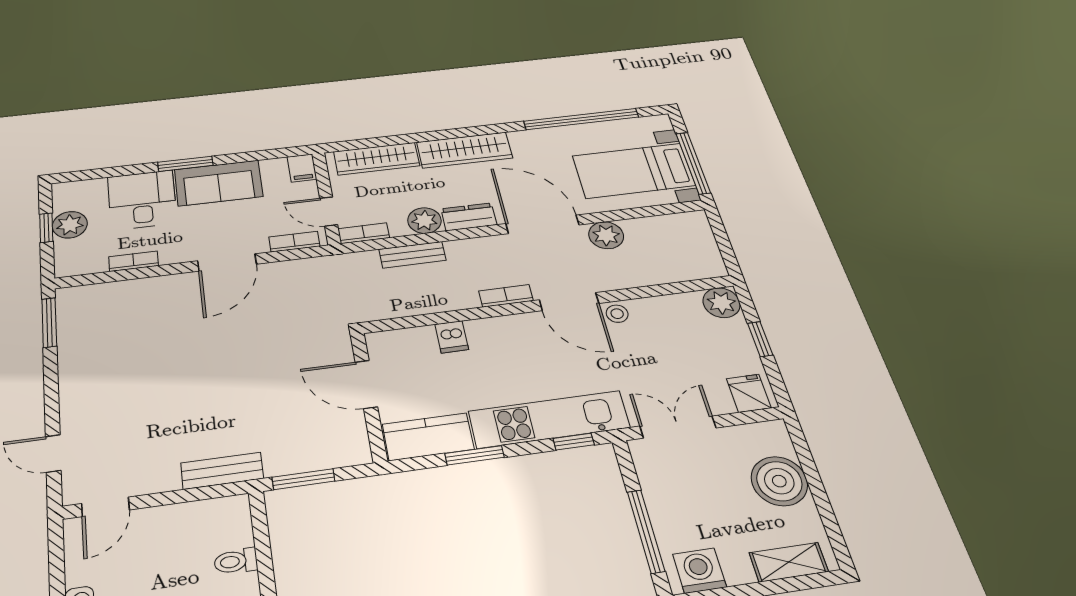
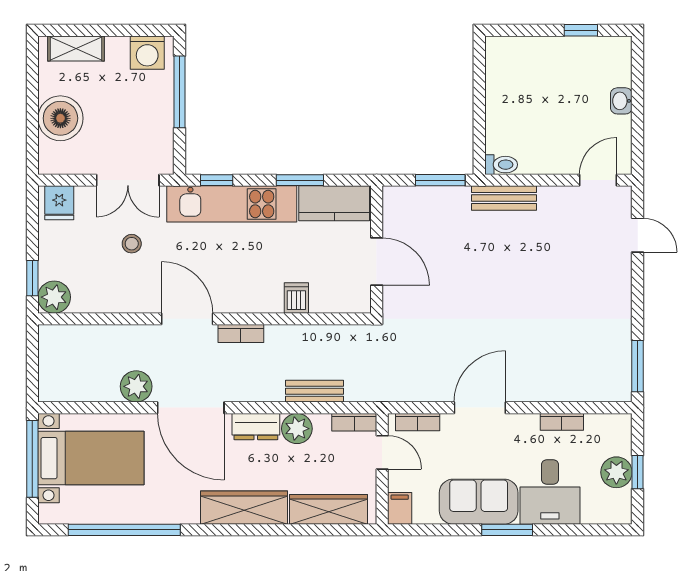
stool: (617, 314) -> (132, 244), moved
window: (760, 339) -> (32, 278), moved
toilet: (236, 561) -> (501, 165), moved

